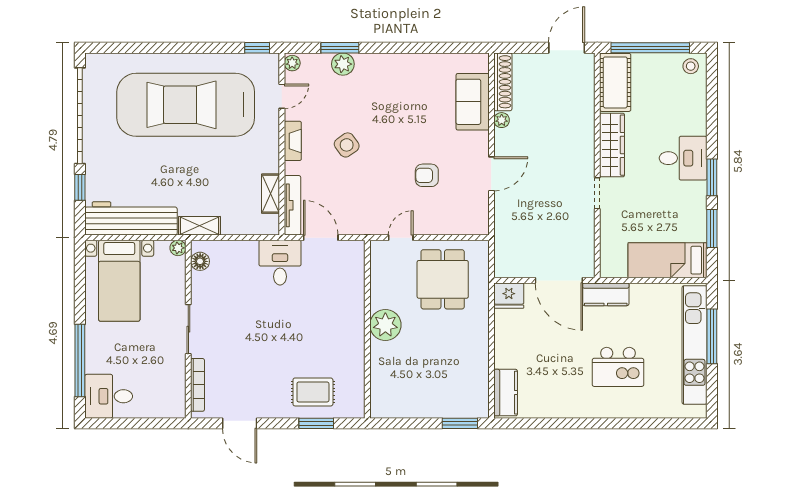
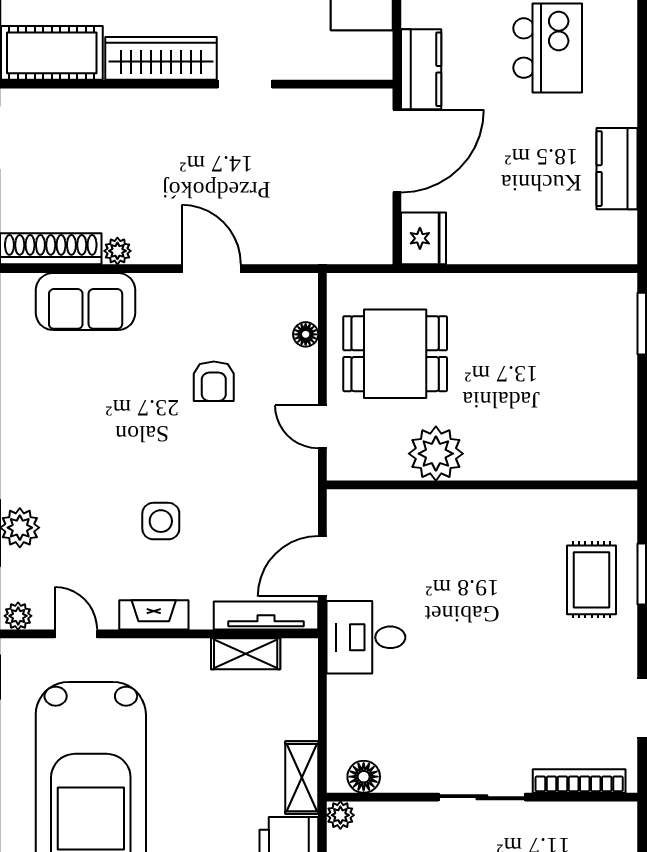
side table: (347, 145) -> (161, 521), turned 36
floor lamp: (454, 228) -> (306, 334), added
plant: (385, 325) -> (436, 454), moved
kitchen counter: (506, 393) -> (617, 169), moved, turned -90

